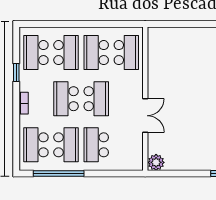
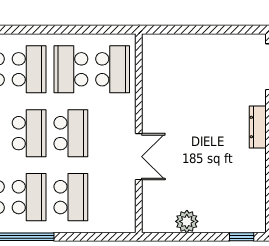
school desk: (66, 99) -> (29, 133), turned 180
school desk: (96, 145) -> (71, 197), turned 180
plant: (156, 162) -> (187, 221), moved

